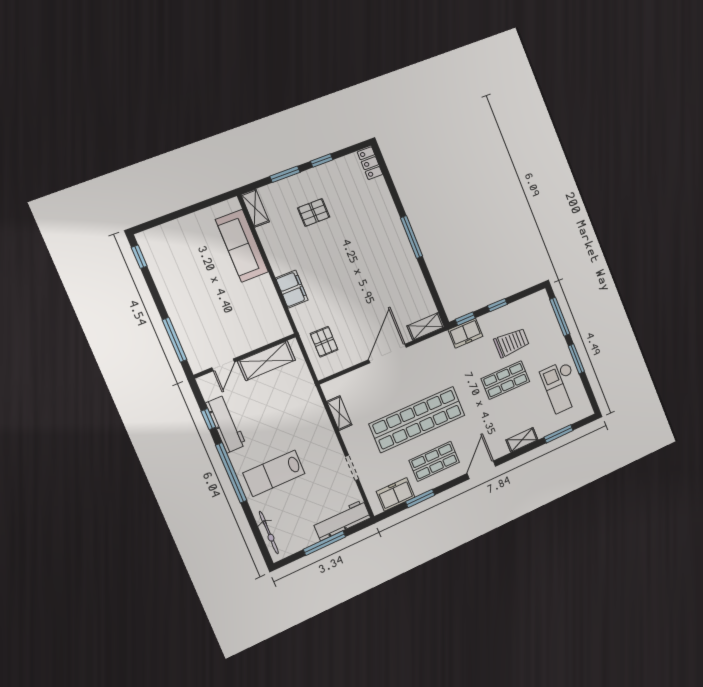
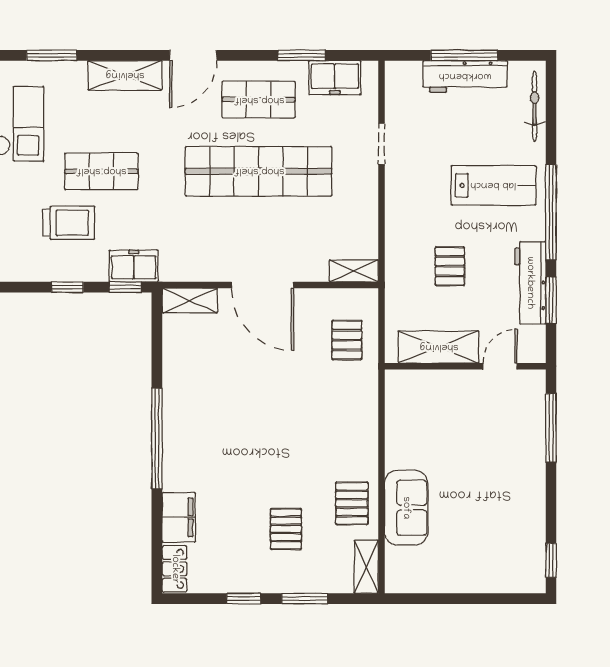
pallet: (314, 213) -> (286, 529), turned 90
window: (412, 237) -> (157, 439), width x1.46
pallet: (280, 244) -> (352, 503), added
sofa: (242, 246) -> (406, 508), width x0.73
filing cabinet: (292, 289) -> (179, 517), moved, turned 180
trolley: (512, 343) -> (69, 223), turned 180
door: (387, 353) -> (262, 285), hinge flipped
pallet: (280, 413) -> (450, 266), added
shelving: (339, 413) -> (354, 271), moved, turned 90
window: (208, 419) -> (551, 300), width x1.50
shelving: (522, 440) -> (125, 75), width x1.50, depth x1.33
workbench: (342, 520) -> (465, 76), moved

